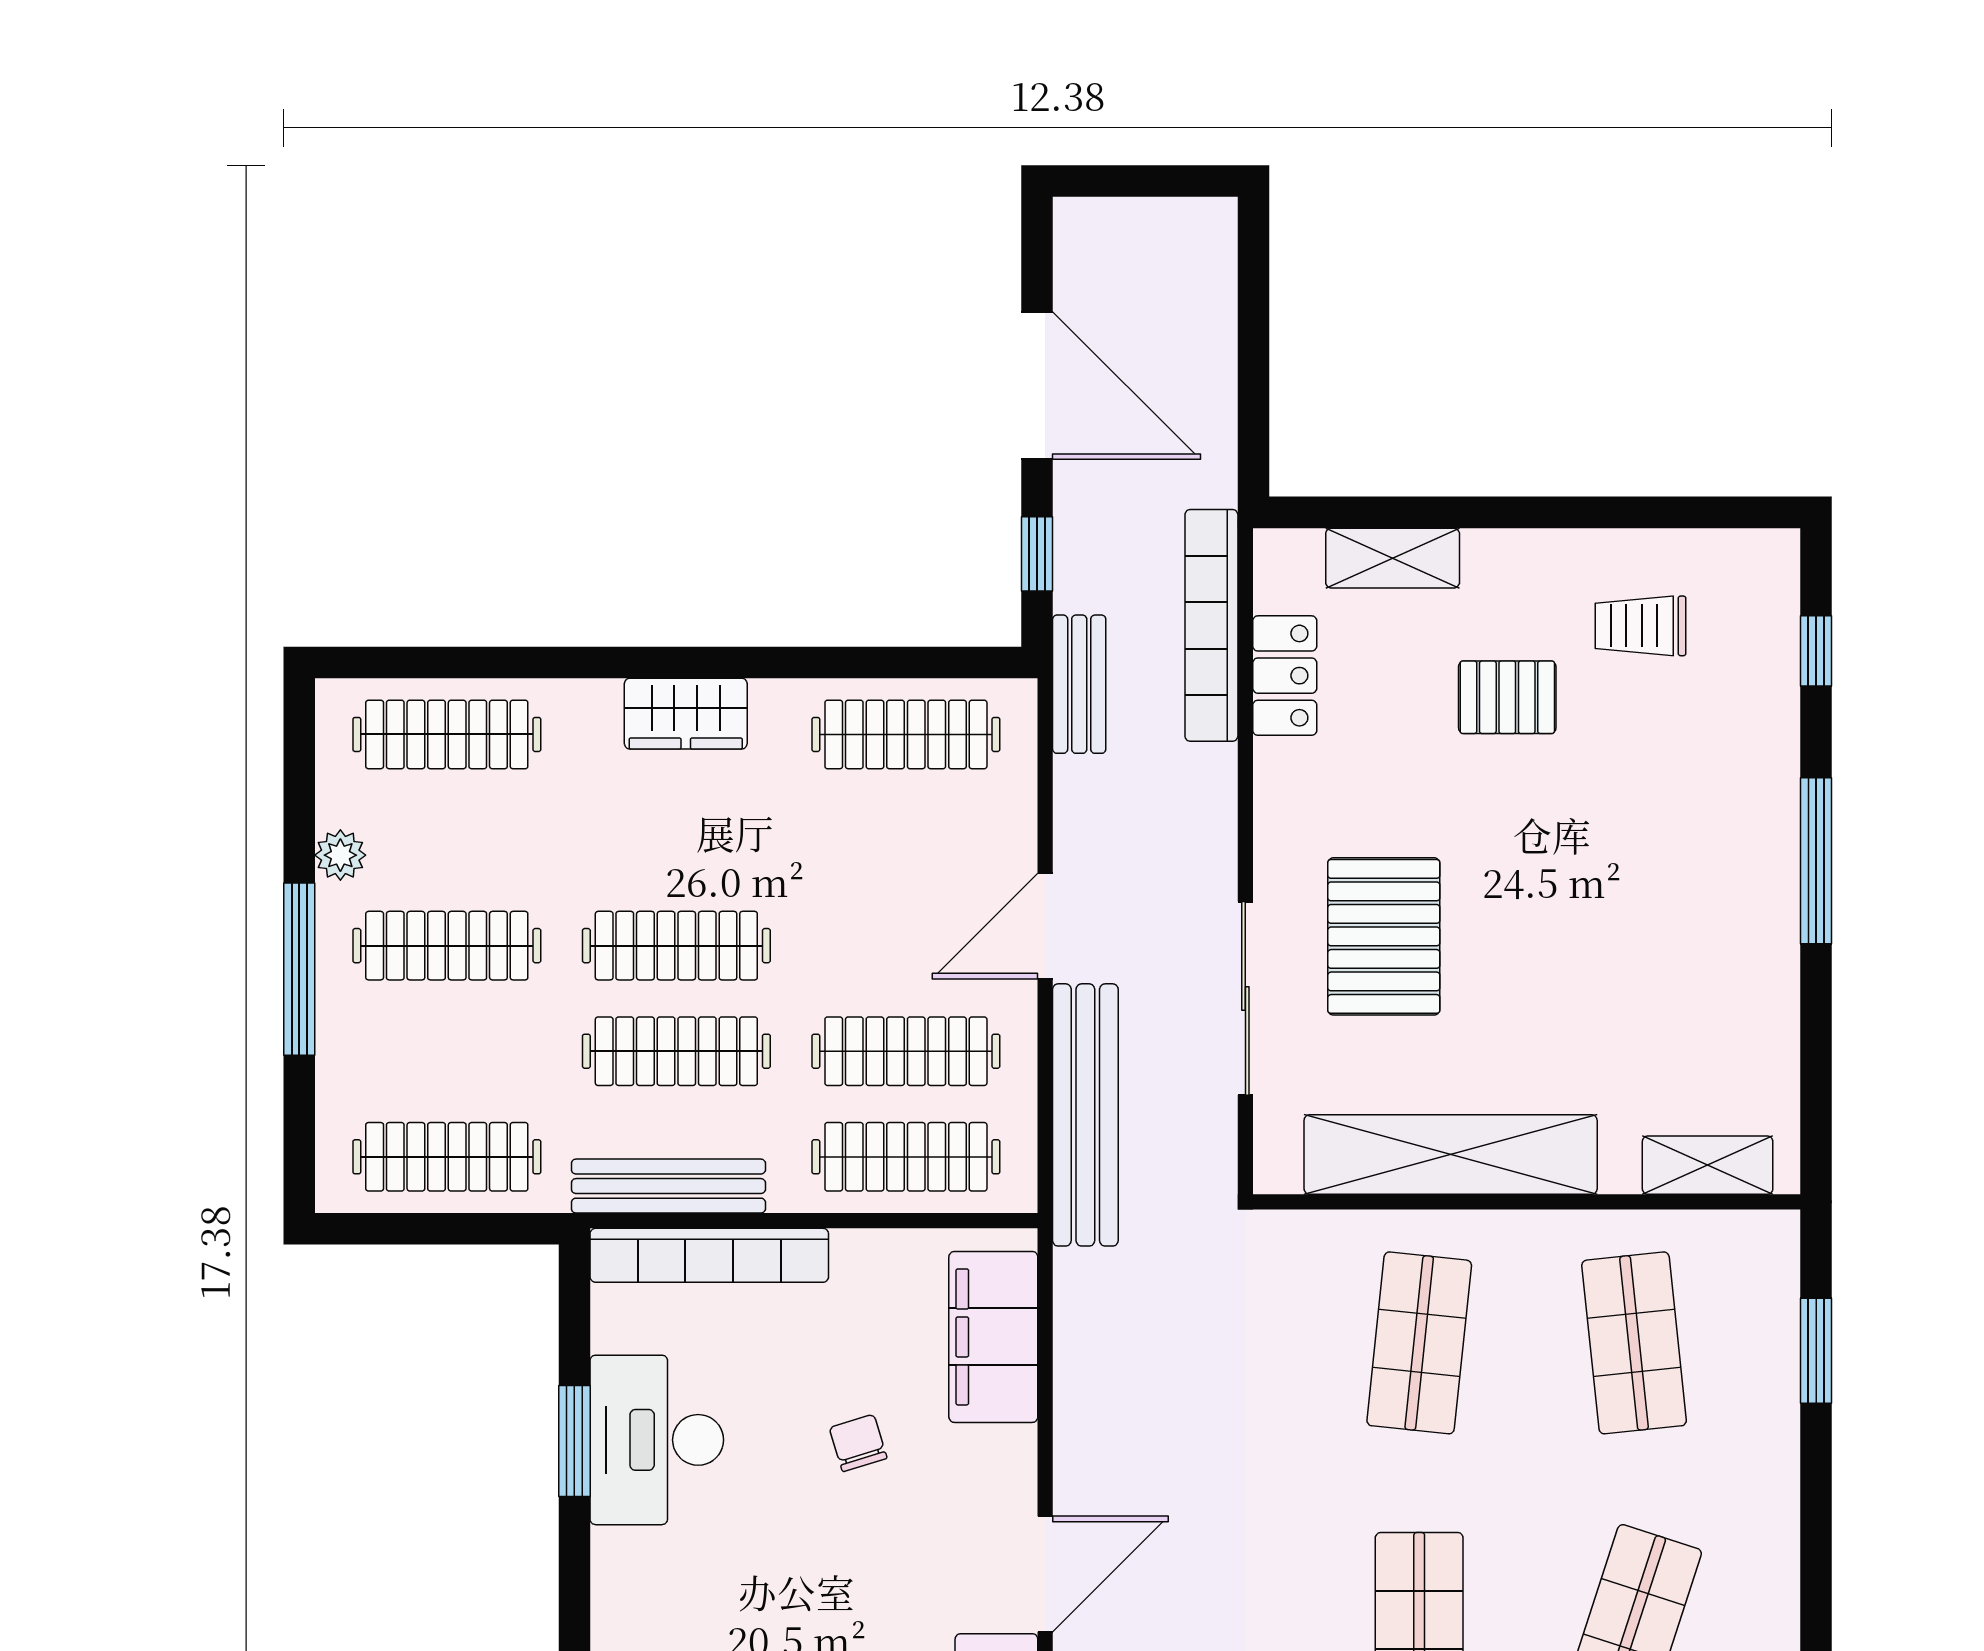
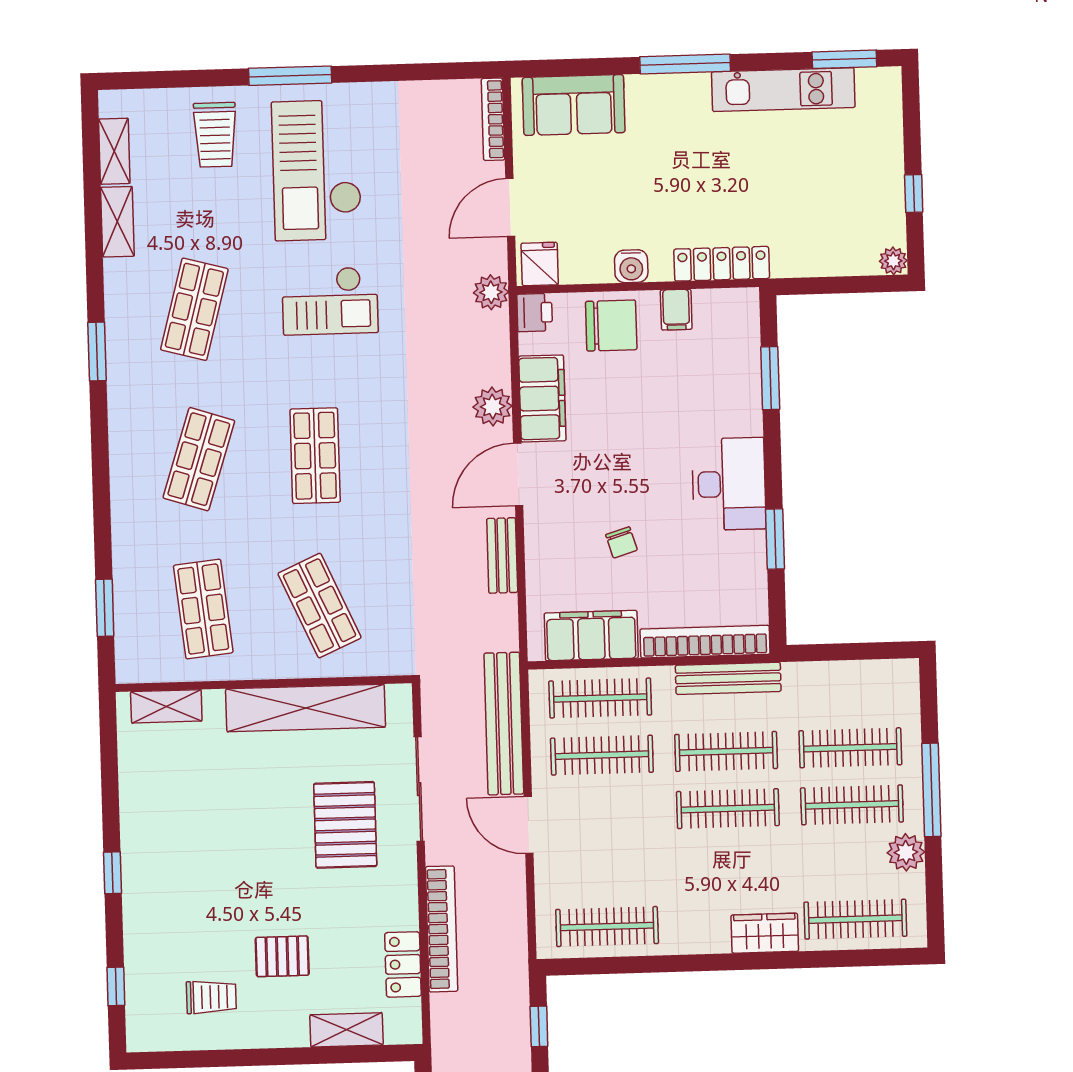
bookcase: (1211, 625) -> (442, 929), moved
bench: (1079, 684) -> (502, 555), moved
wardrobe: (686, 714) -> (765, 933), moved
plant: (340, 855) -> (906, 852), width x1.38, depth x1.38
window: (1816, 861) -> (113, 873), width x0.46
door: (1045, 926) -> (529, 825), swing flipped
clothes rail: (447, 1157) -> (850, 748), moved
filing cabinet: (993, 1337) -> (591, 636), moved, turned -90
shop shelf: (1419, 1343) -> (320, 606), turned -30
desk: (657, 1440) -> (729, 484), moved

